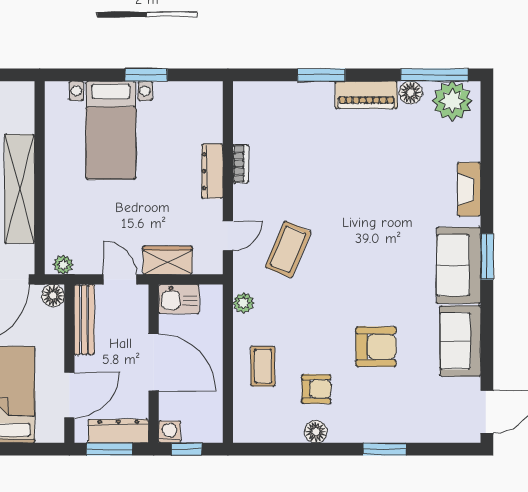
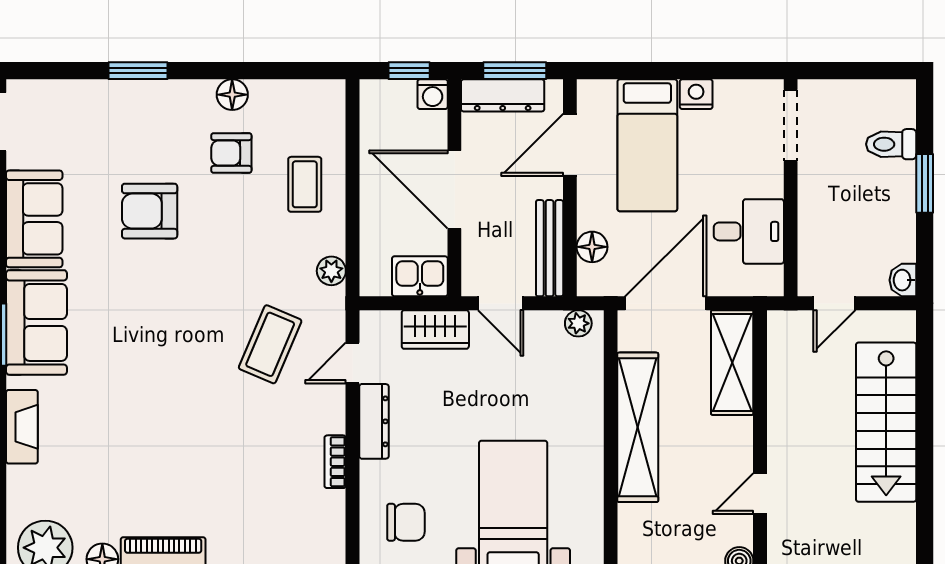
chair: (189, 120) -> (406, 522), added
dresser: (212, 171) -> (374, 421), moved
floor lamp: (53, 296) -> (592, 247), moved

